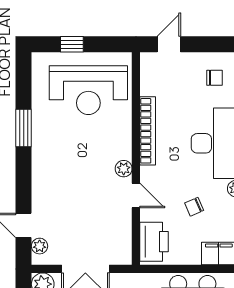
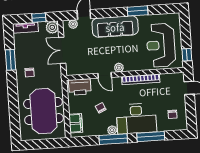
window: (72, 44) -> (187, 55), moved
sofa: (49, 170) -> (115, 27), added
door: (136, 195) -> (105, 75), hinge flipped

